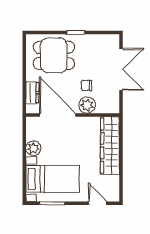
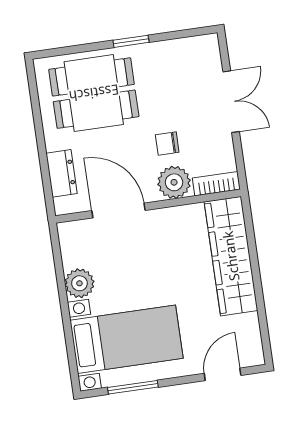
double door: (121, 69) -> (231, 102), width x0.73
bookcase: (108, 109) -> (216, 184), added
door: (58, 115) -> (118, 210), width x0.73
door: (97, 203) -> (223, 374), hinge flipped

